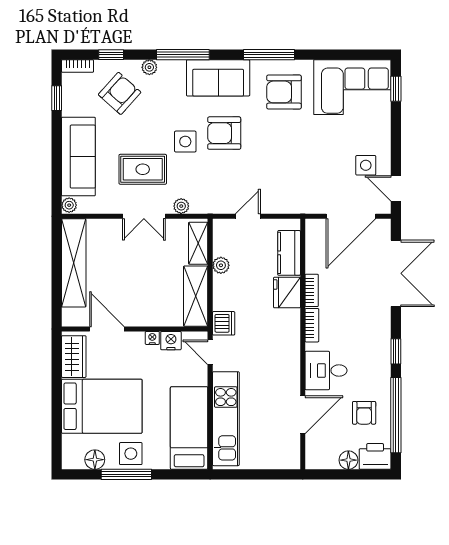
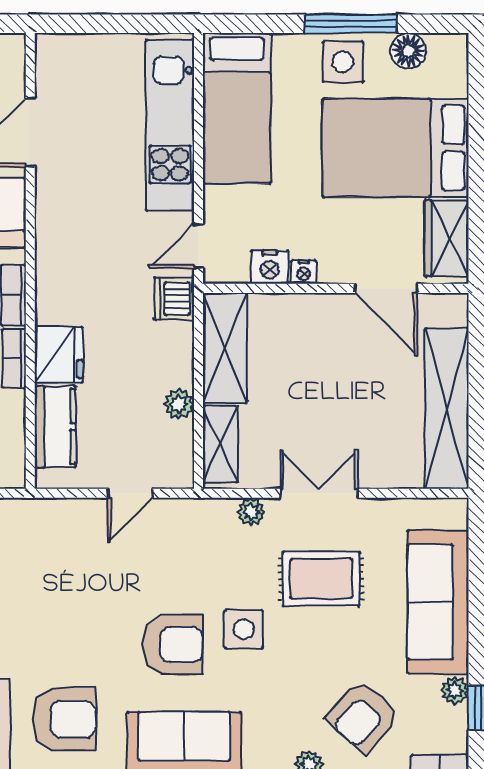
plant: (69, 205) -> (455, 690), moved
door: (210, 352) -> (199, 246), swing flipped

